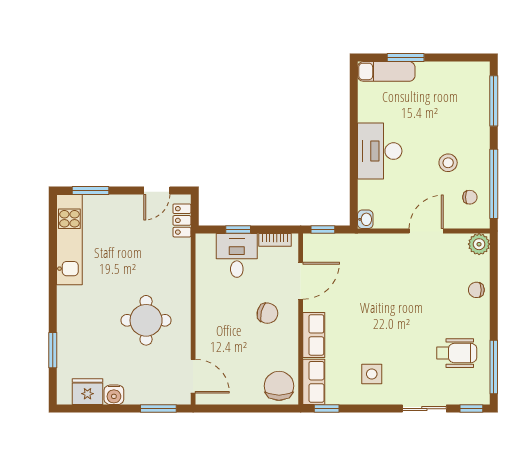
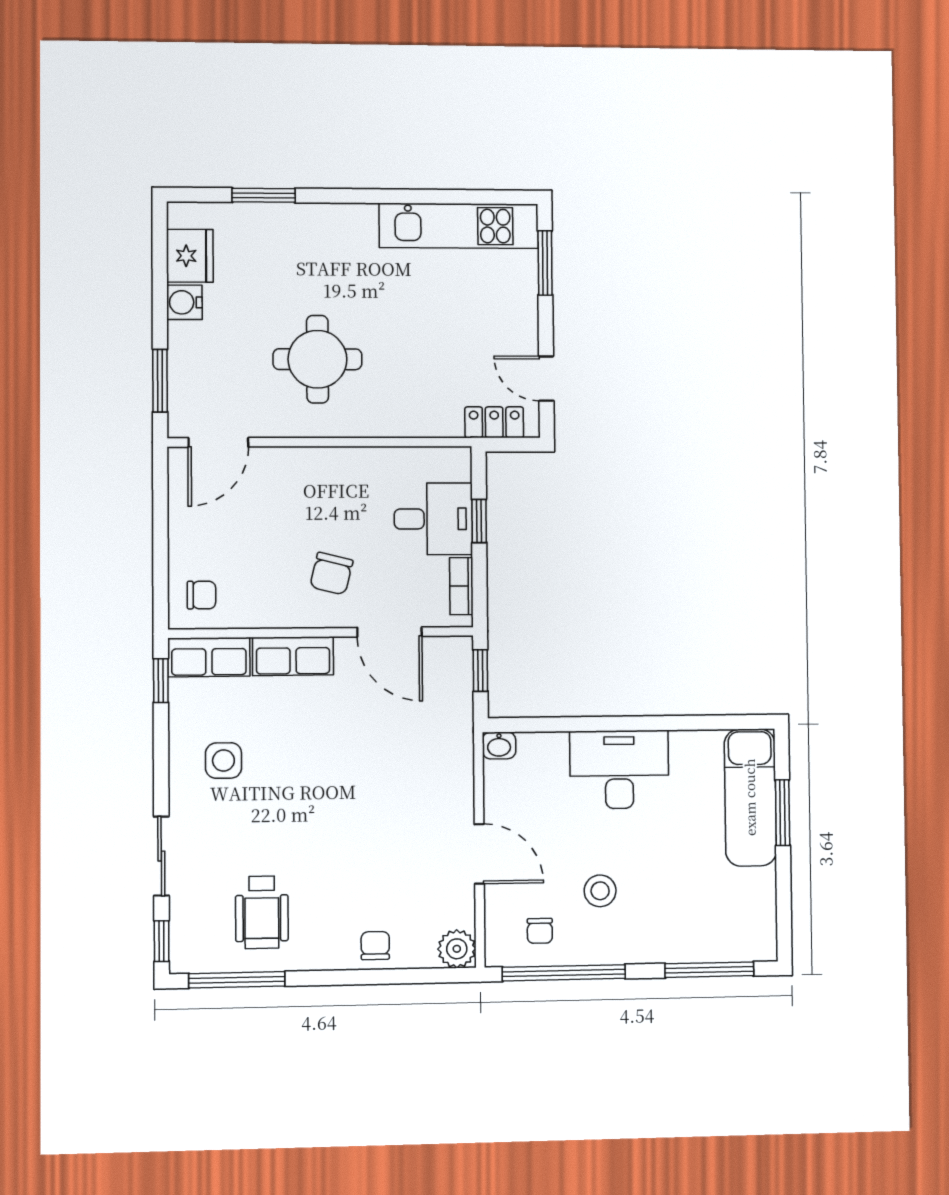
exam couch: (386, 71) -> (750, 797), width x1.36, depth x1.45
chair: (279, 386) -> (201, 595), width x0.54, depth x0.54

